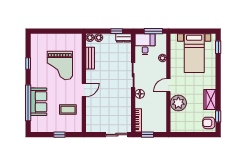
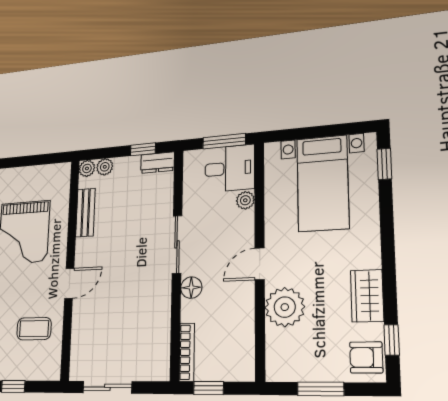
desk: (145, 44) -> (230, 168), moved, turned 90
sliding door: (117, 135) -> (107, 387), moved
window: (192, 135) -> (321, 389), added

